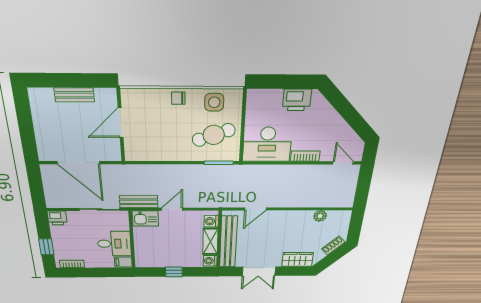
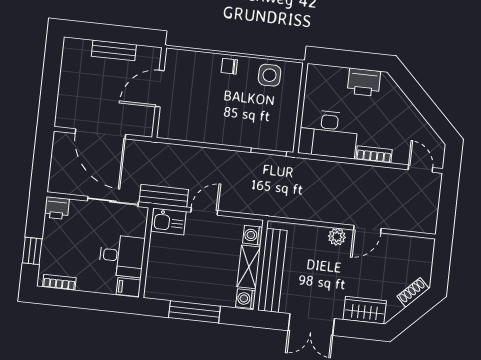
cafe table: (214, 135) -> (266, 115), removed
door: (255, 209) -> (367, 229), moved
plant: (320, 216) -> (337, 237), moved
window: (174, 272) -> (194, 312), width x2.17

